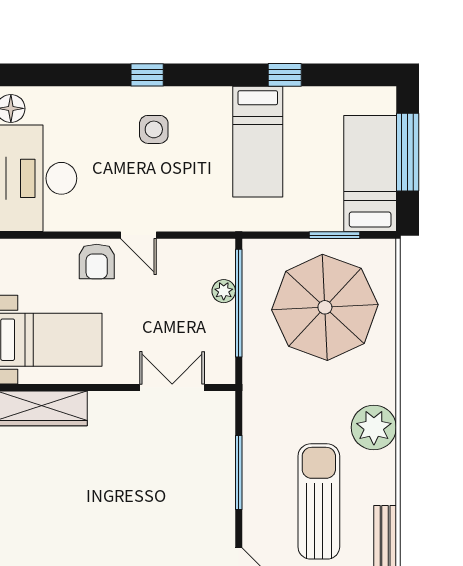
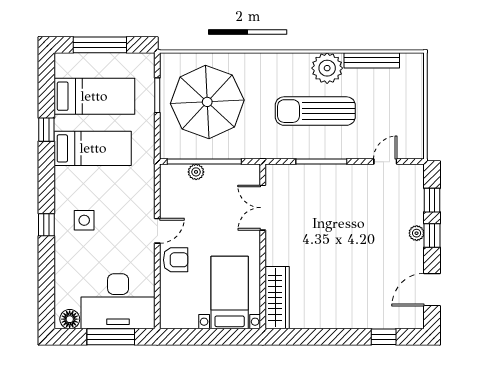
bed: (370, 174) -> (94, 96), moved, turned 180
plant: (374, 427) -> (327, 68), moved
sun lounger: (319, 501) -> (315, 111), moved

